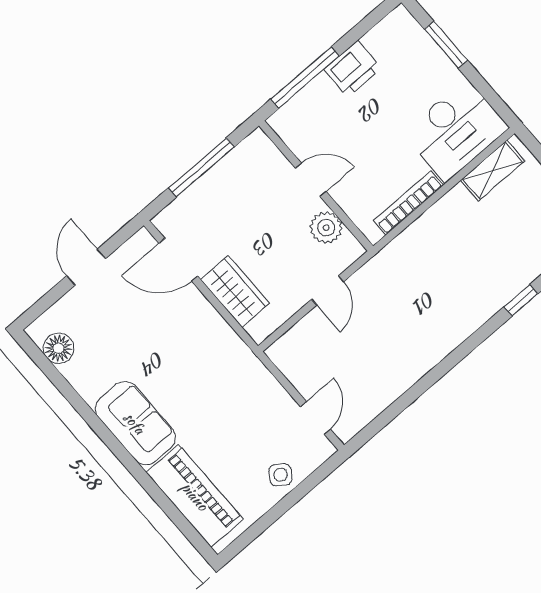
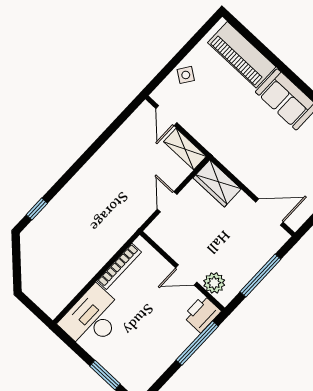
printer: (353, 69) -> (202, 314), moved
shelving: (493, 171) -> (185, 149), moved, turned 90
plant: (326, 228) -> (214, 283), moved
wardrobe: (235, 291) -> (217, 183), moved

